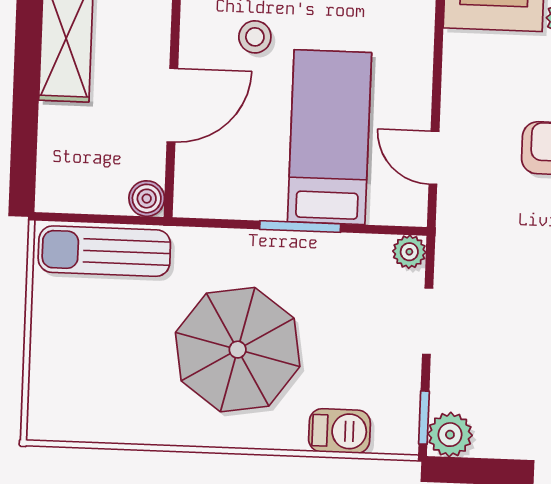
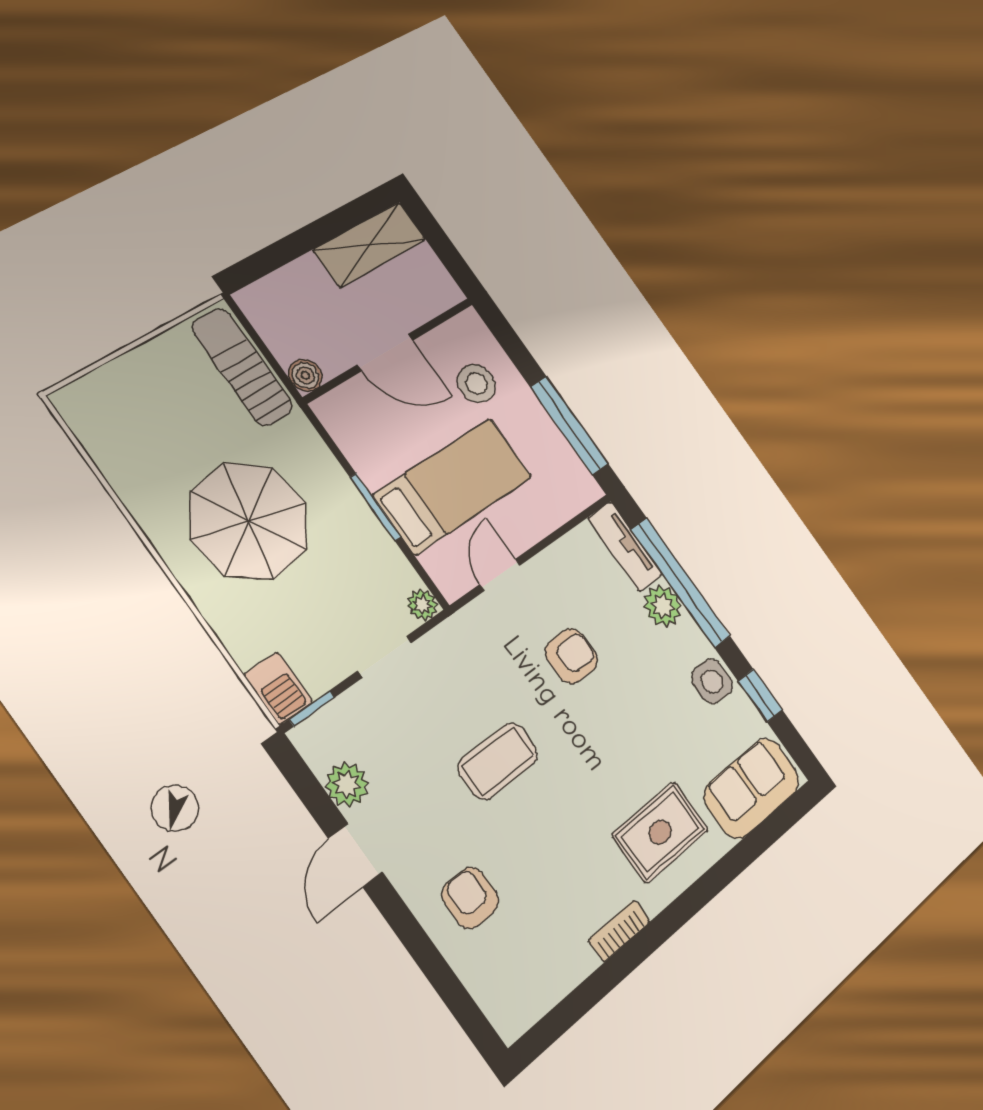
stool: (255, 37) -> (477, 383), width x1.37, depth x1.37
barbecue: (339, 431) -> (278, 688), moved
plant: (450, 435) -> (347, 784), moved

